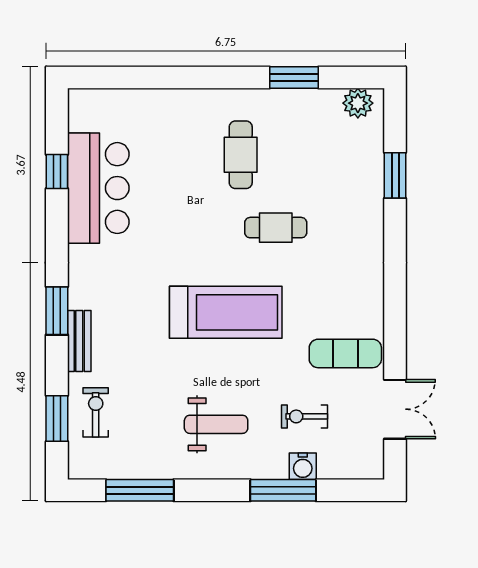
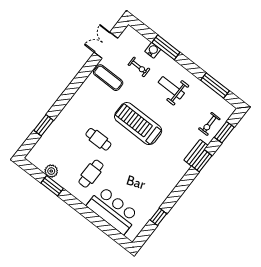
plant: (358, 103) -> (51, 171), moved
bar counter: (98, 188) -> (113, 210), moved, turned 90
window: (57, 311) -> (202, 161), moved

